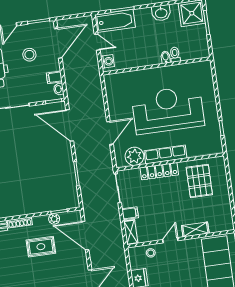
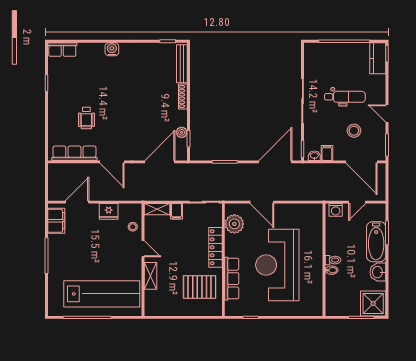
bathtub: (115, 21) -> (376, 242), moved
toilet: (175, 55) -> (333, 260), moved
reception desk: (168, 110) -> (277, 265), turned 180
row of seats: (165, 154) -> (232, 279), moved
rug: (41, 247) -> (155, 115), removed

